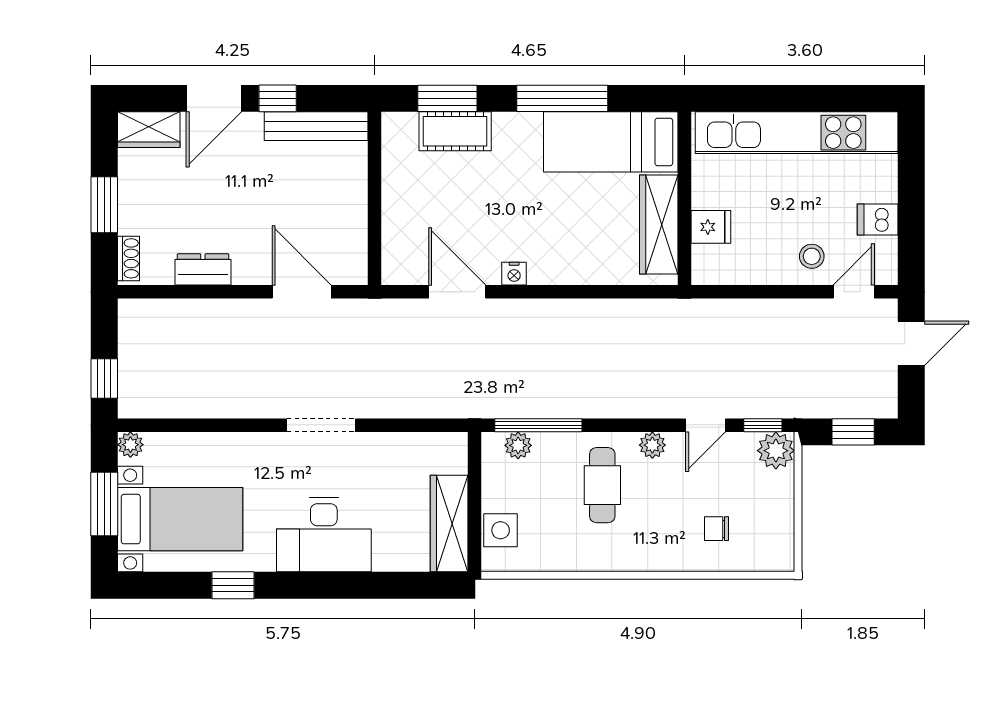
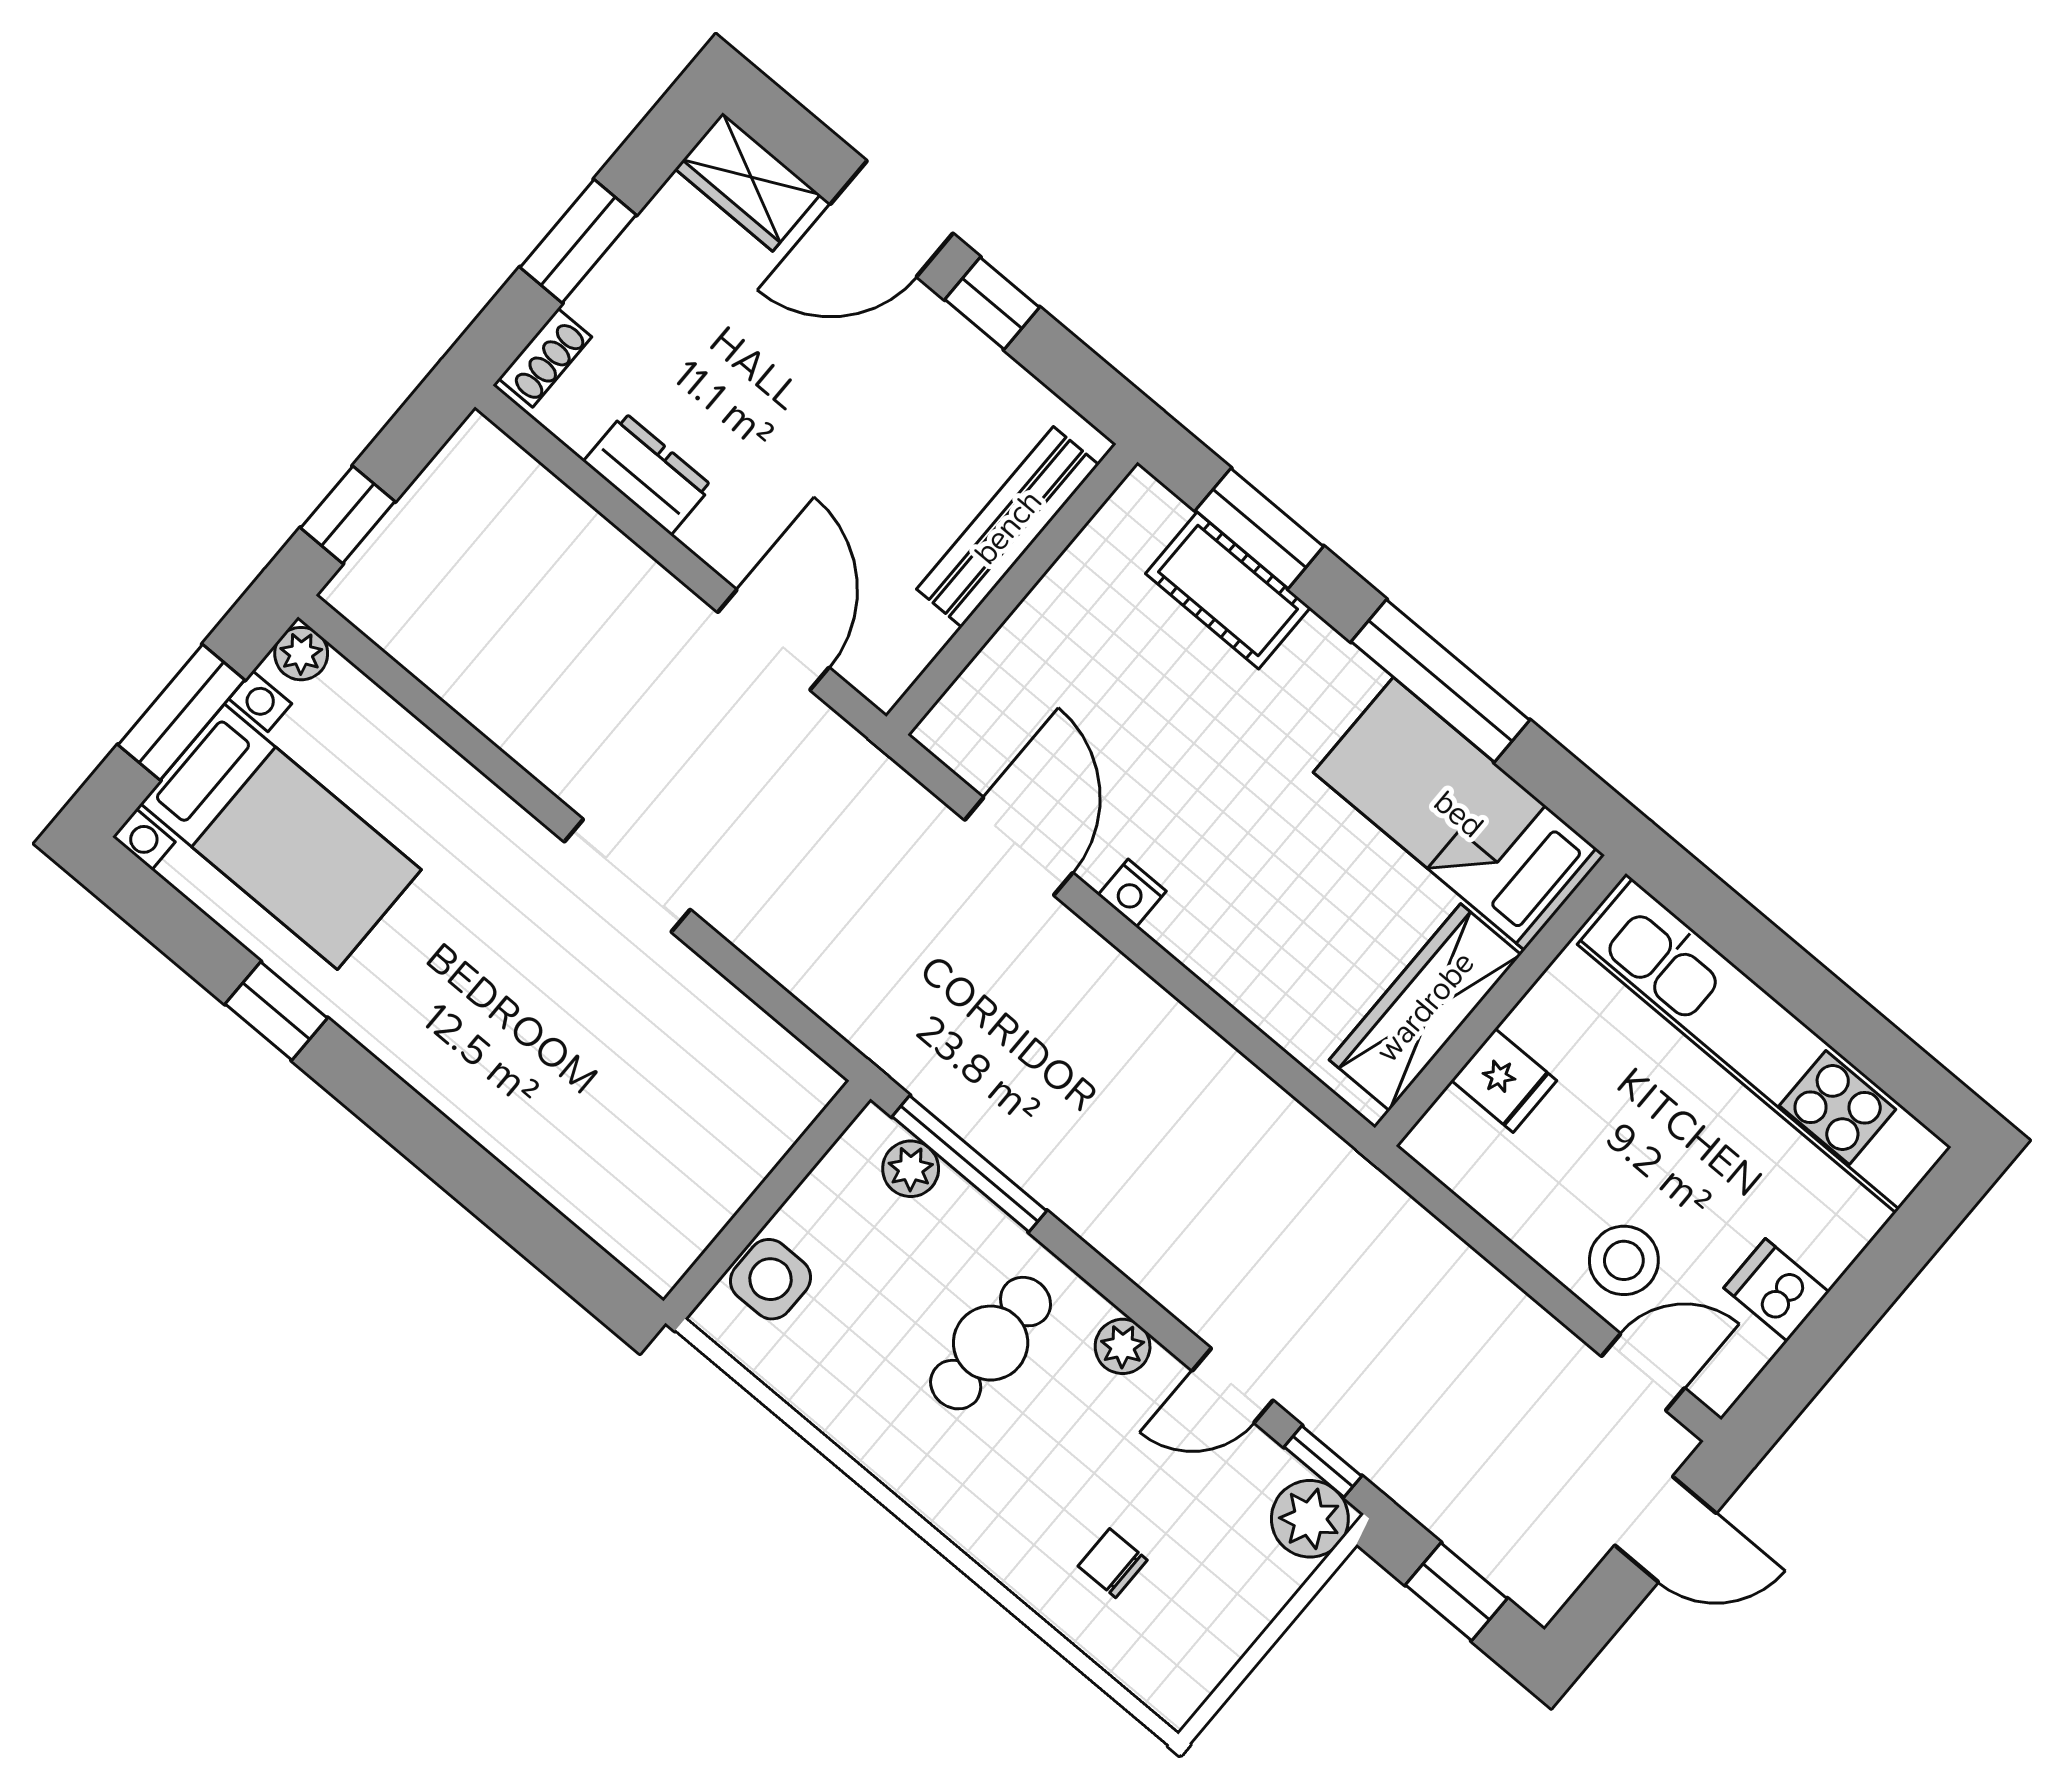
bench: (316, 126) -> (1008, 527), moved, turned 90
stool: (812, 256) -> (1624, 1260), width x1.37, depth x1.37
wardrobe: (449, 524) -> (698, 1200), removed
desk: (324, 535) -> (486, 1052), removed

